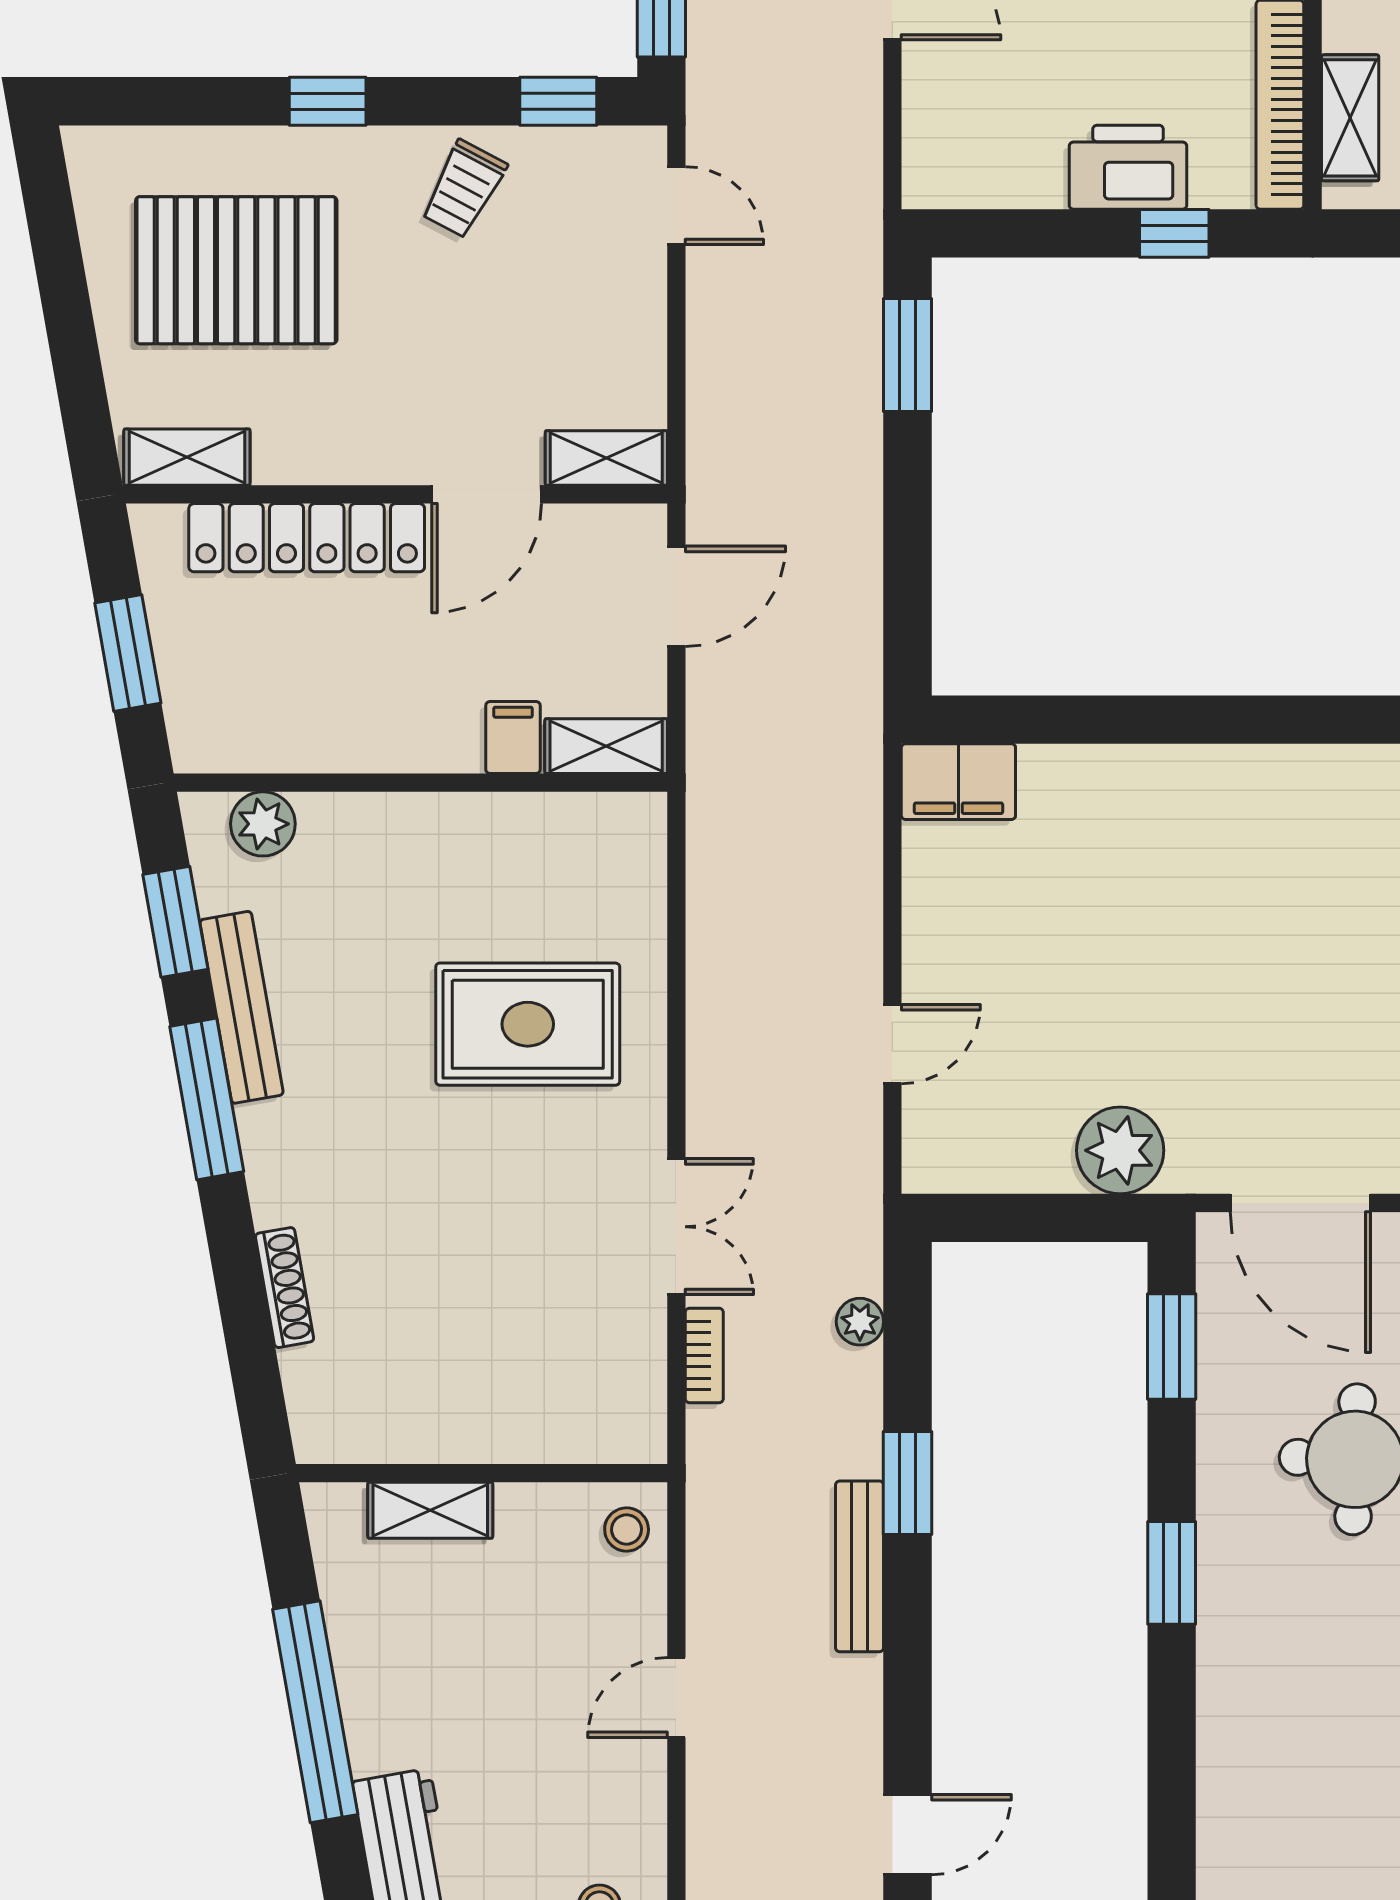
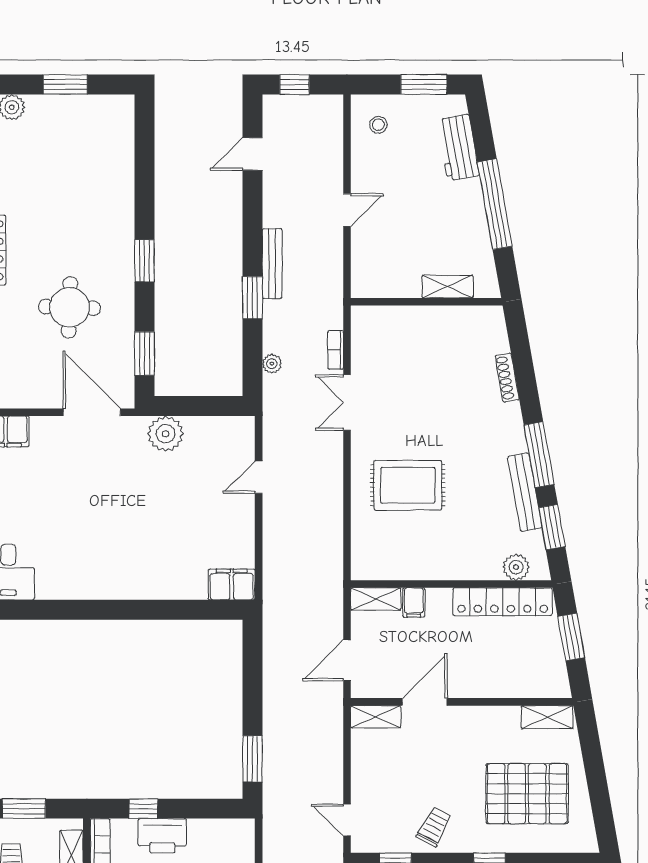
locker: (307, 538) -> (503, 602), moved, turned 180
stool: (627, 1530) -> (367, 279), removed

